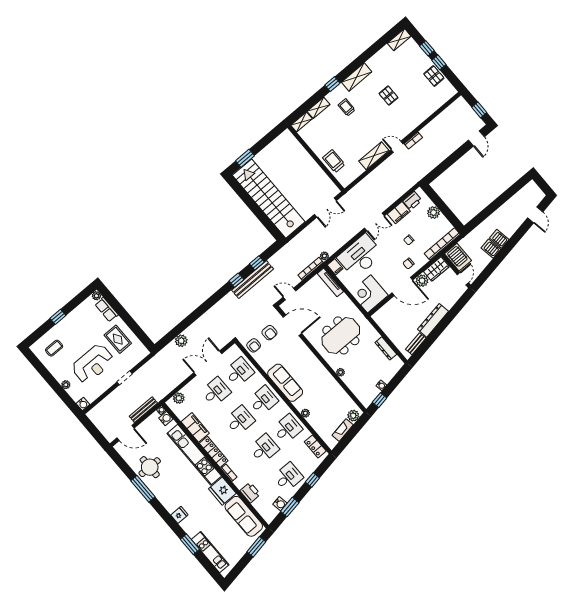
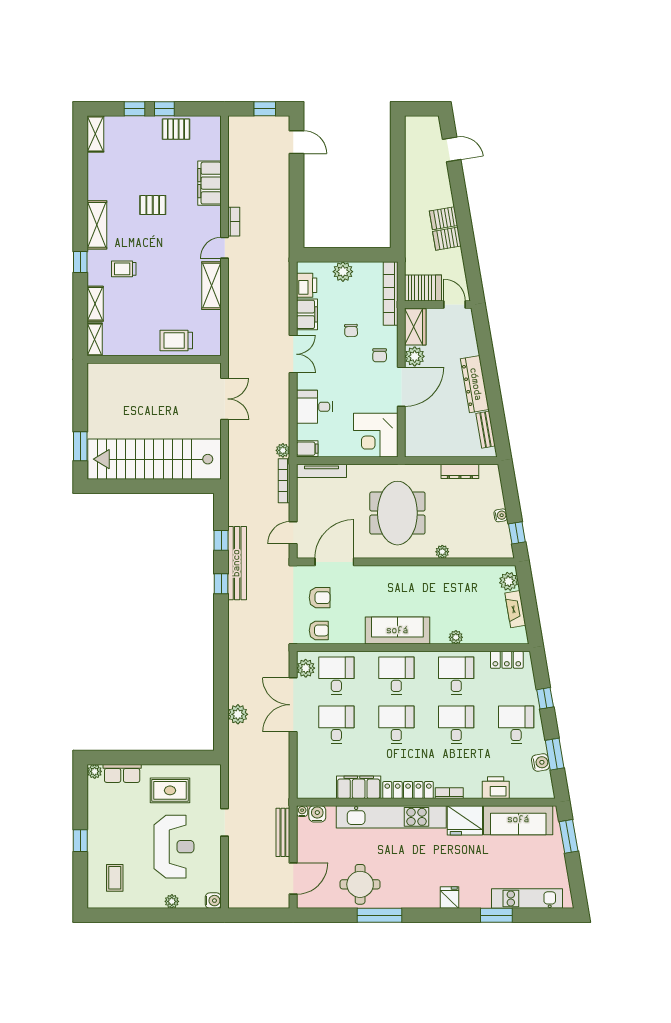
filing cabinet: (422, 114) -> (210, 183), added
desk: (360, 256) -> (314, 407), width x0.53, depth x0.77
plant: (179, 398) -> (306, 668), moved

